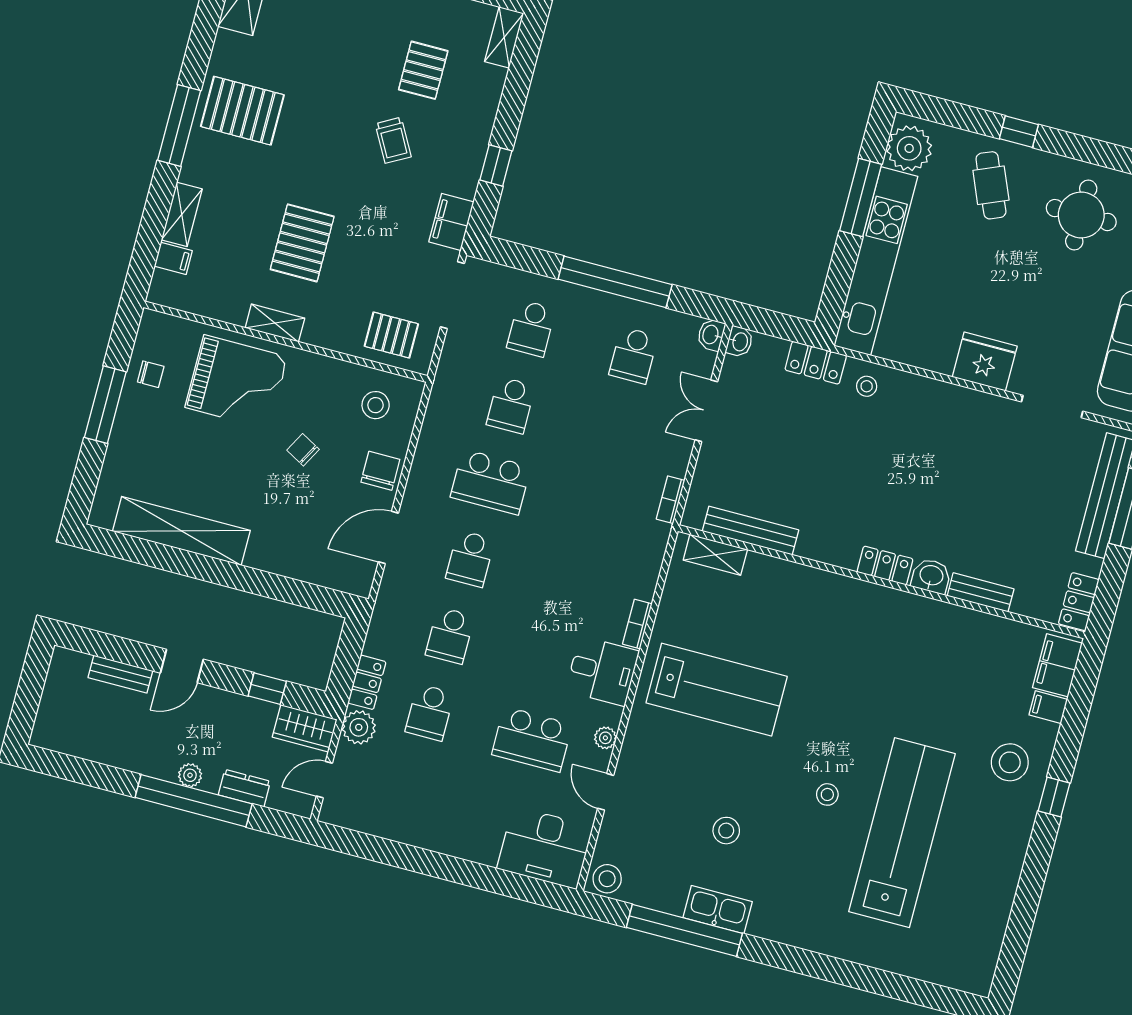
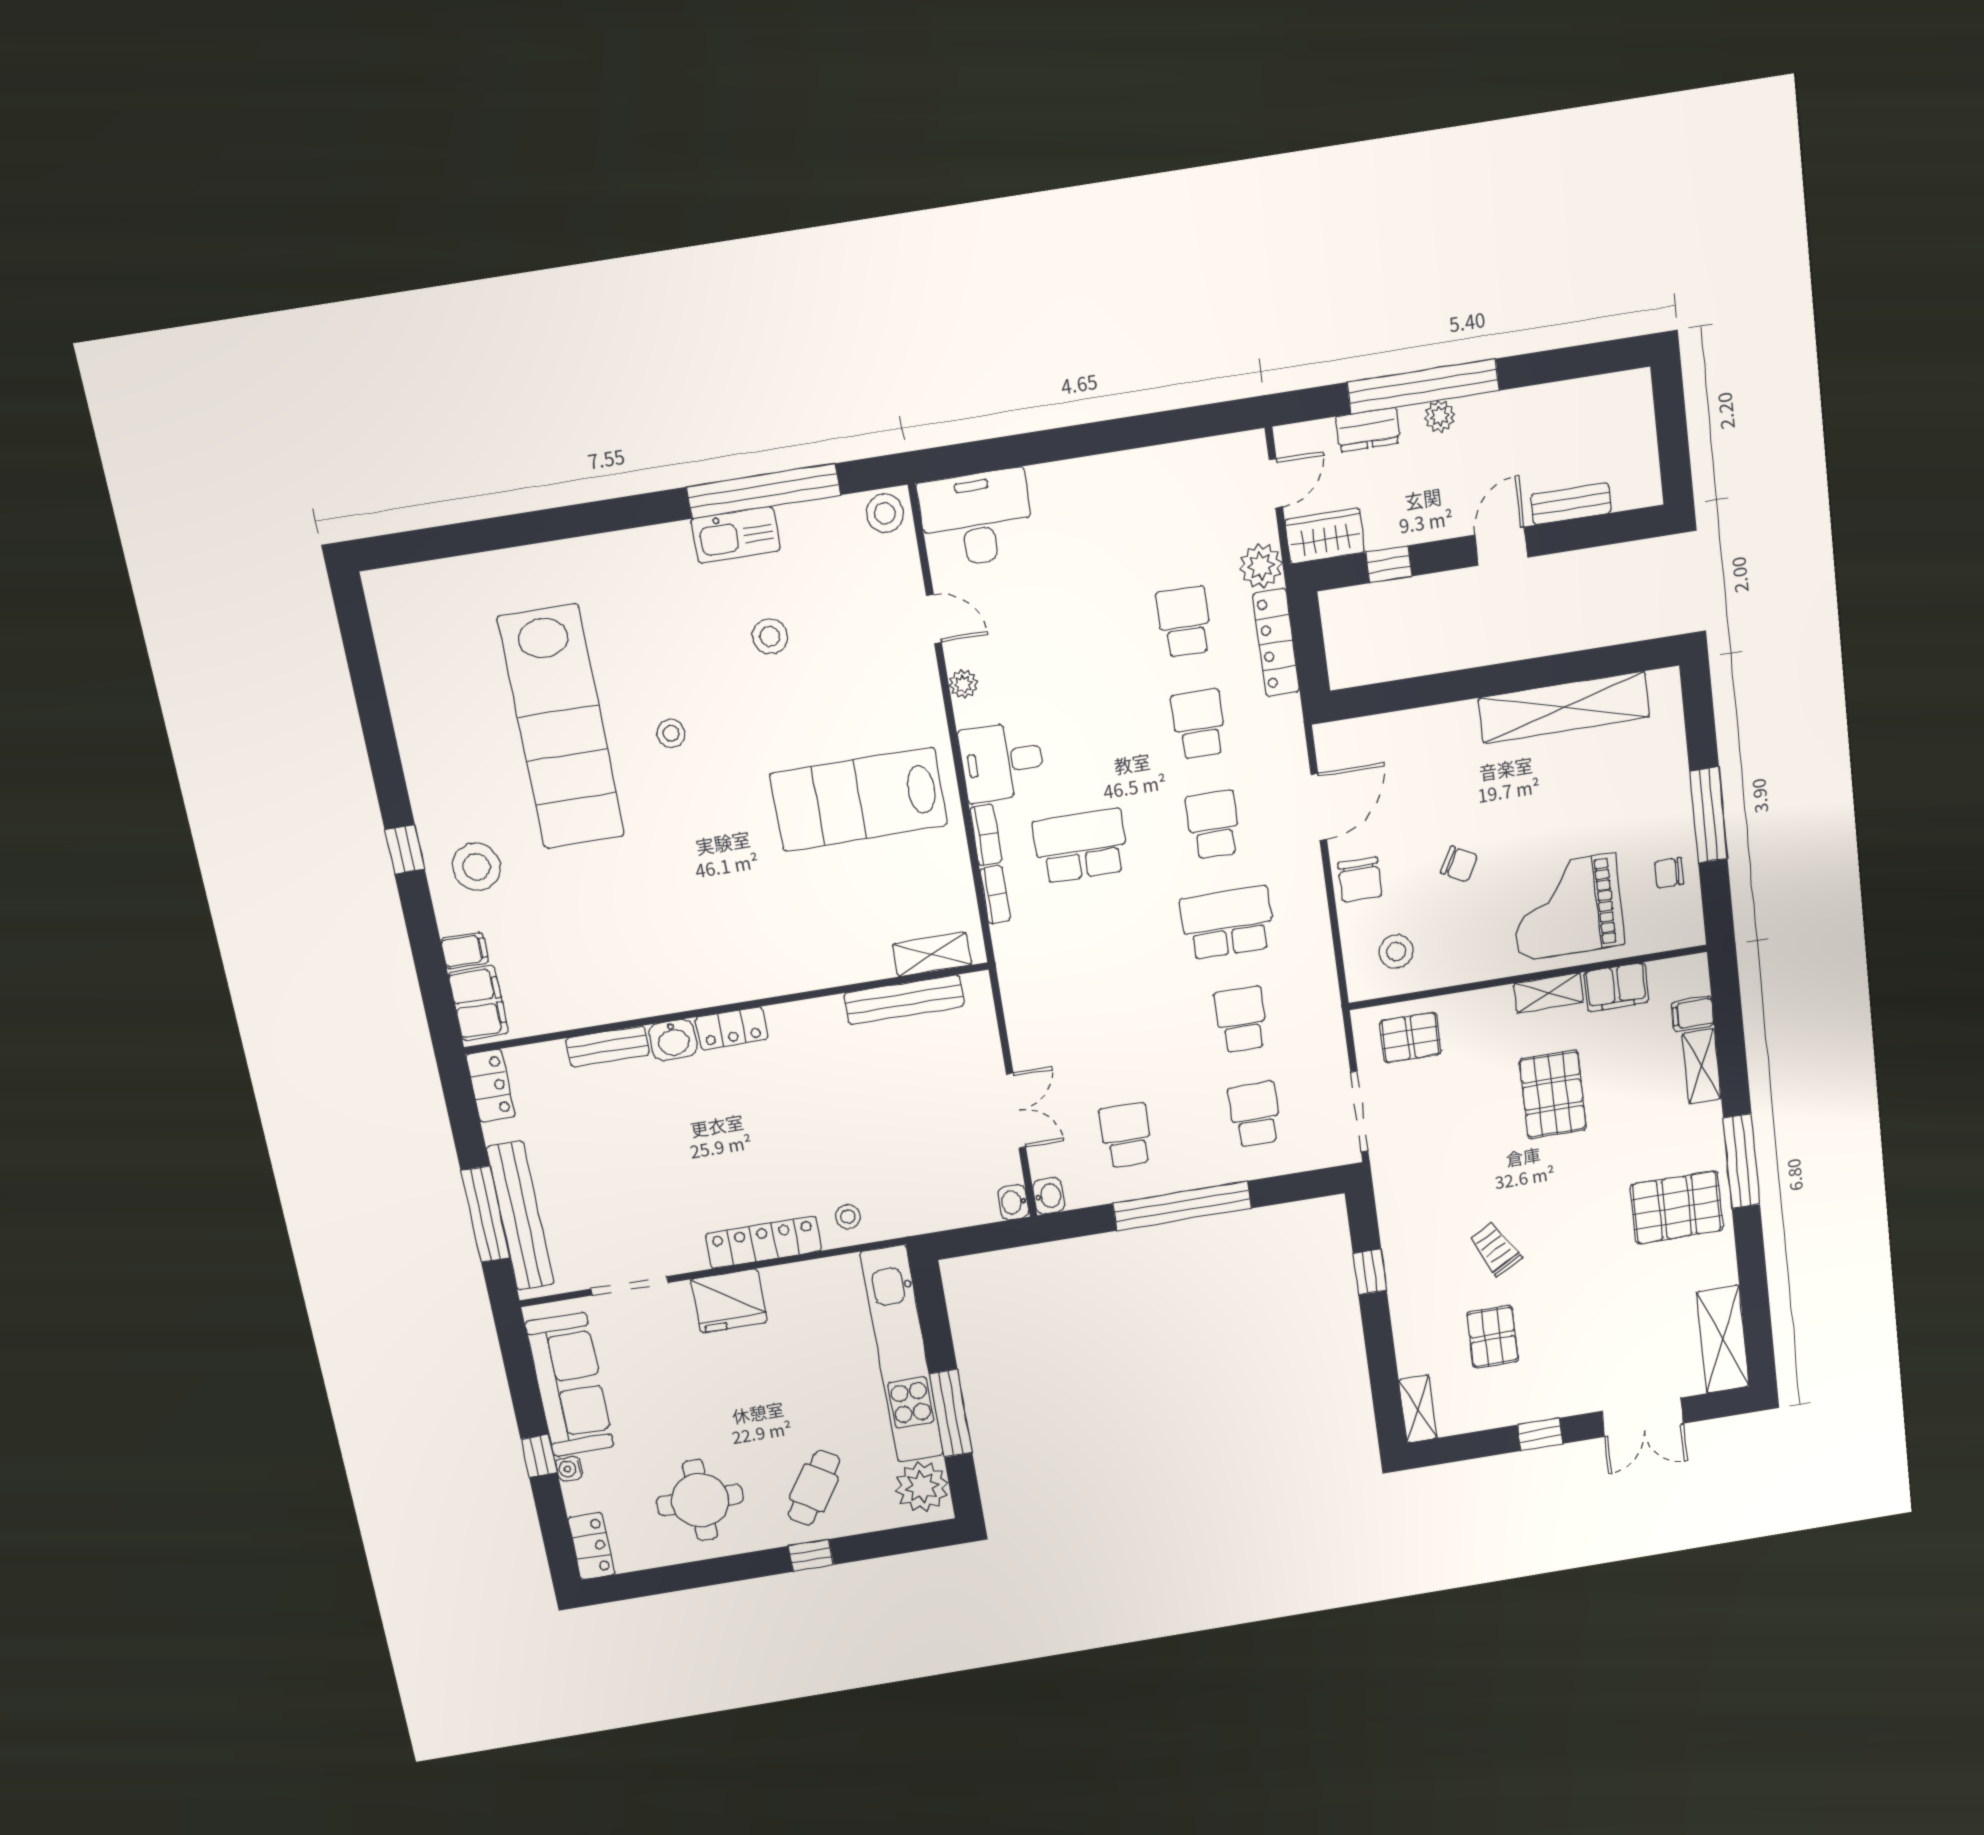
cafe table: (991, 185) -> (814, 1488), turned 56
filing cabinet: (451, 222) -> (1616, 987), moved, turned 90
locker: (816, 363) -> (763, 1242), moved, width x1.53
bookcase: (671, 500) -> (995, 895), moved
locker: (367, 682) -> (1276, 643), width x1.53
school desk: (532, 739) -> (1081, 846), moved

